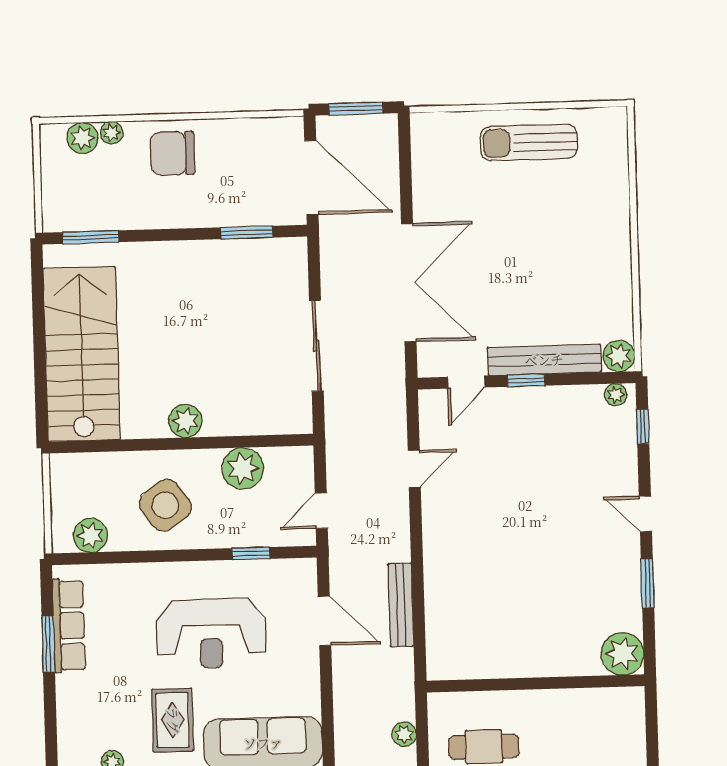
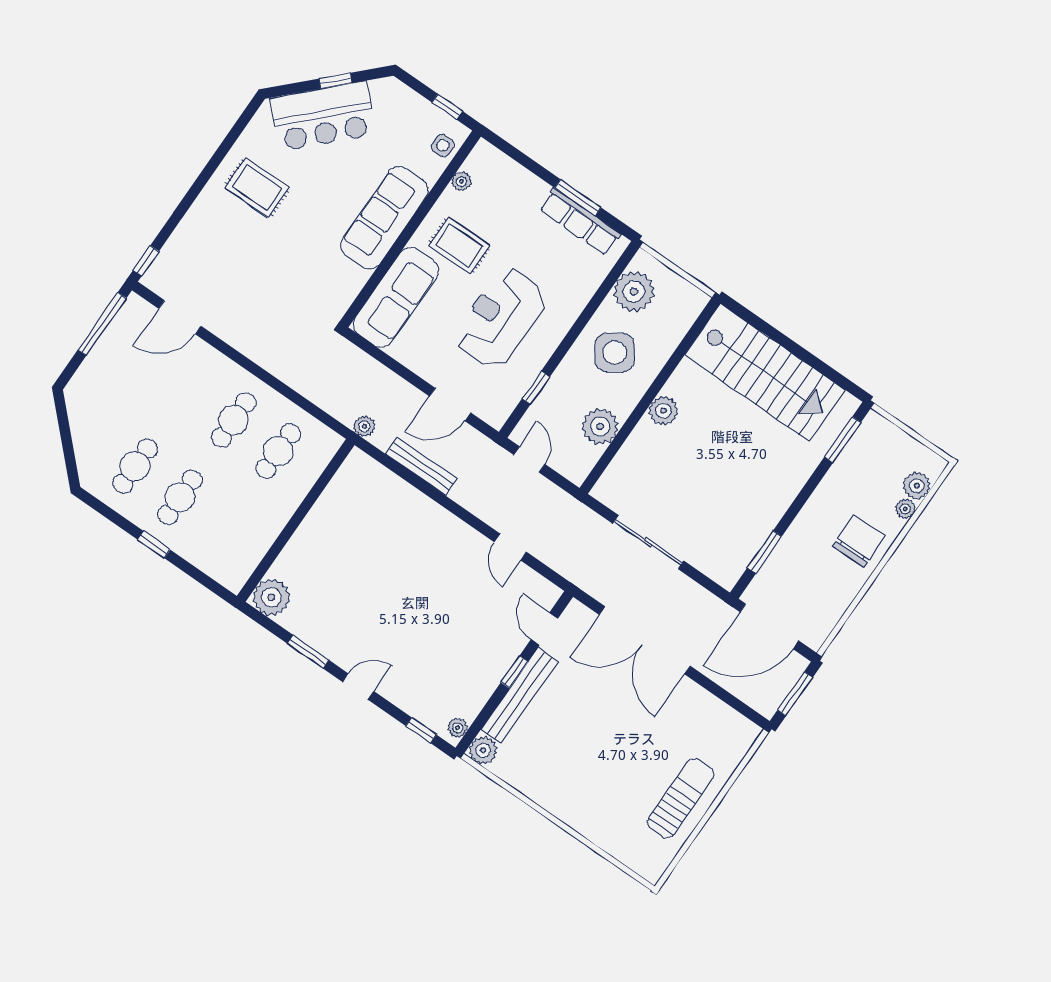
plant: (90, 535) -> (634, 292), width x1.36, depth x1.36
plant: (404, 734) -> (364, 426), moved

